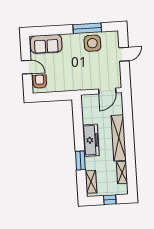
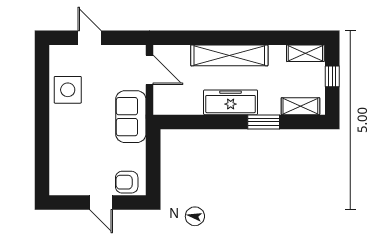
window: (87, 28) -> (42, 97), removed
sofa: (46, 44) -> (131, 117), moved, turned 180
door: (27, 67) -> (101, 203), swing flipped
shelving: (122, 172) -> (305, 53), moved

